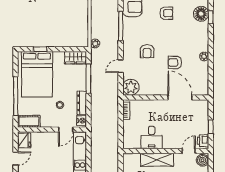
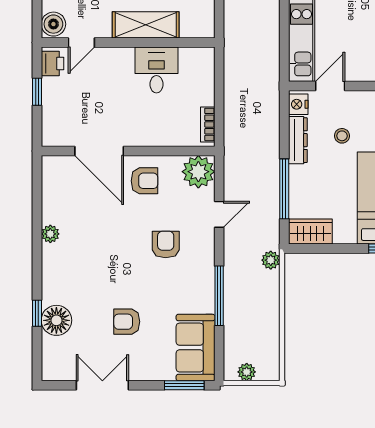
armchair: (175, 63) -> (145, 181), moved

